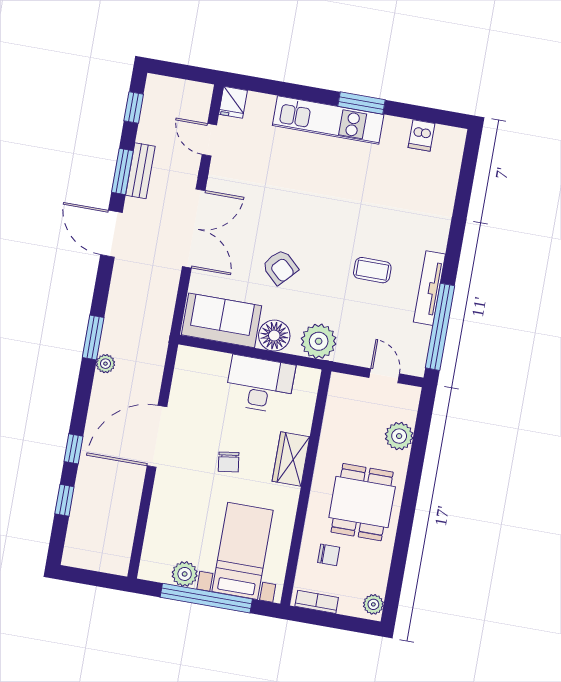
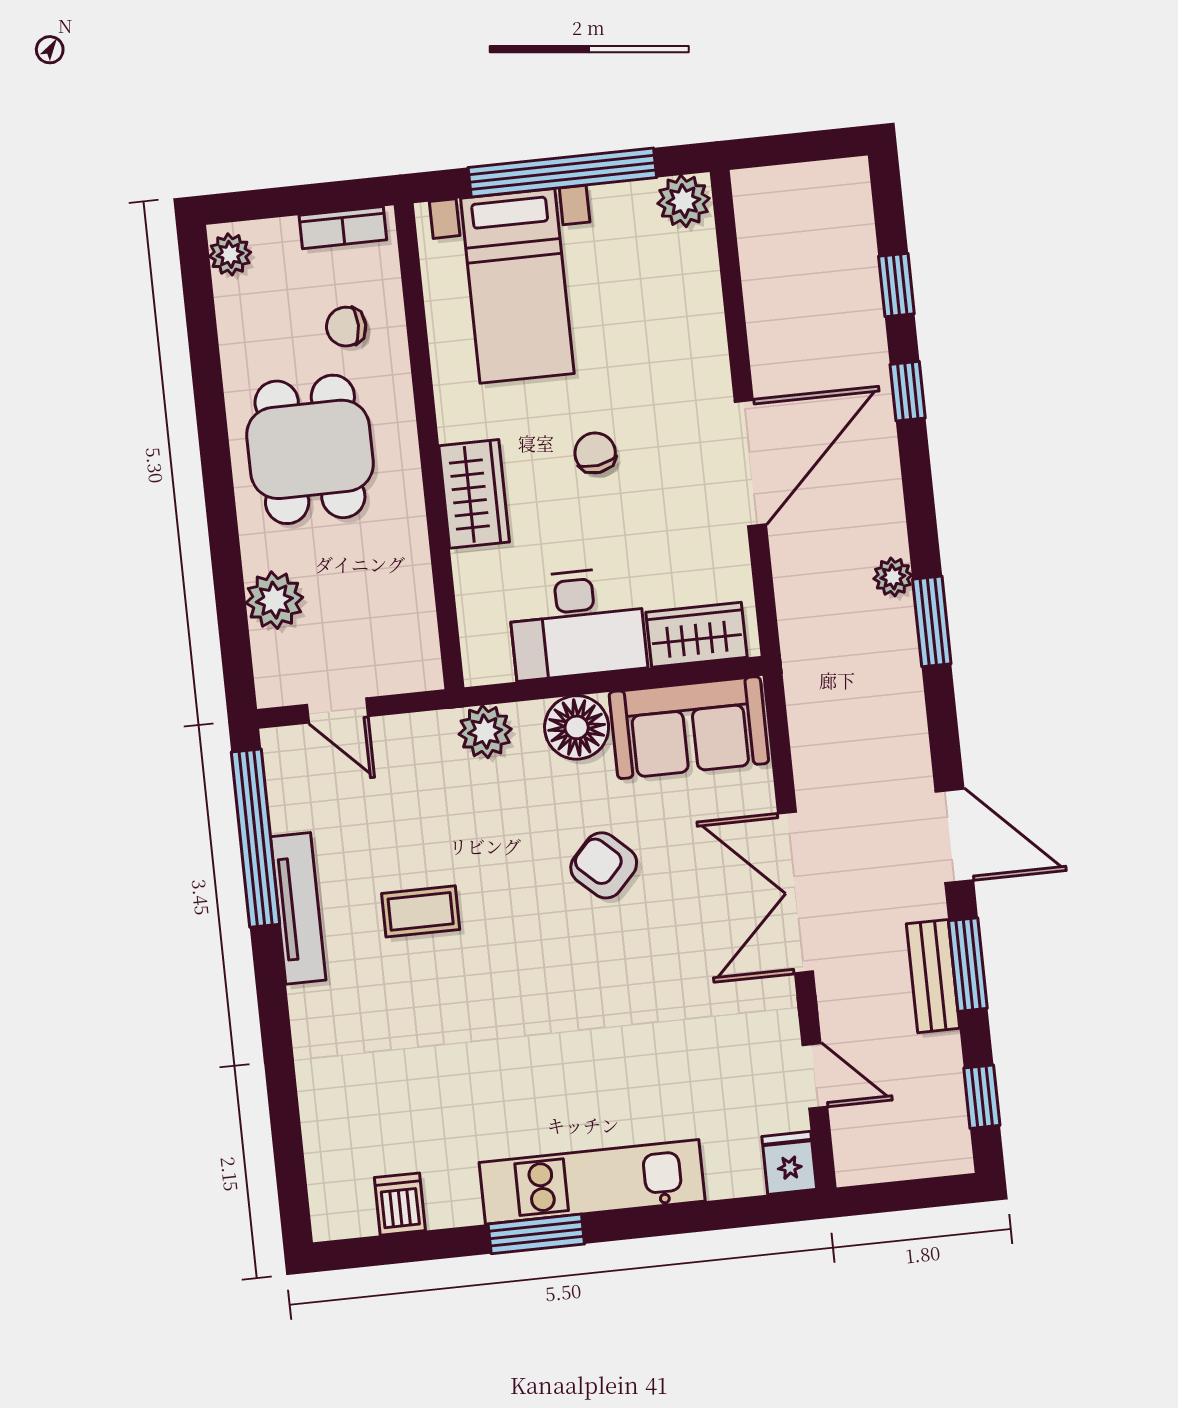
plant: (319, 341) -> (485, 732), width x0.73, depth x0.73
wardrobe: (205, 363) -> (697, 635), added
plant: (185, 574) -> (684, 201), moved

